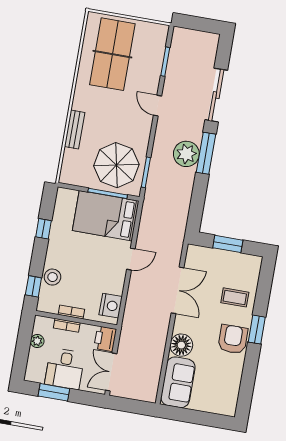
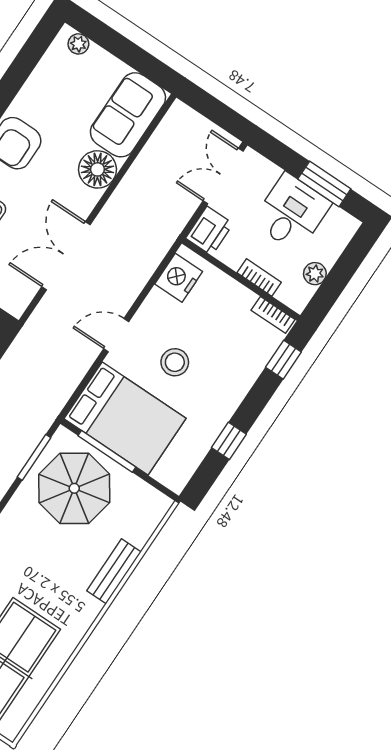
stool: (53, 277) -> (175, 362), moved
bookcase: (71, 312) -> (273, 315), moved
double door: (111, 372) -> (223, 176), swing flipped
plant: (222, 409) -> (78, 44), added

